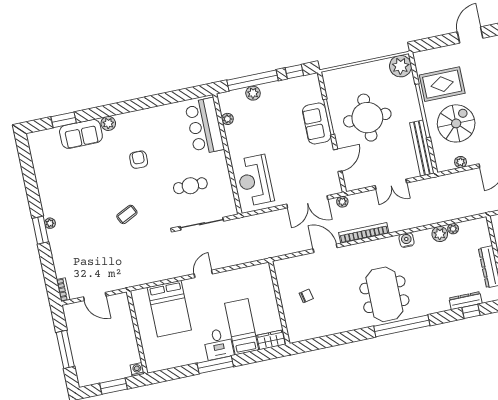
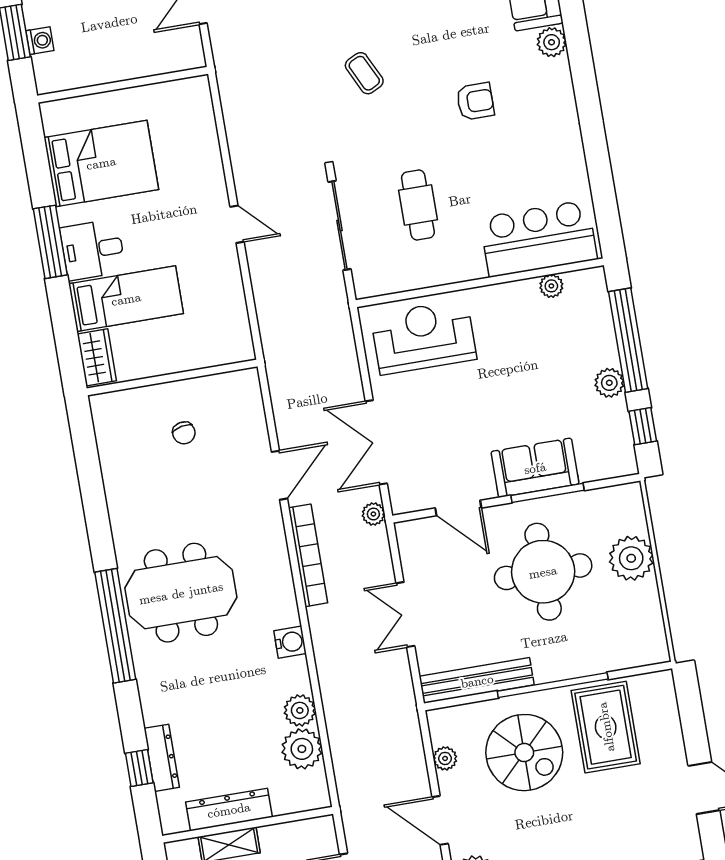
plant: (401, 66) -> (631, 558), moved
plant: (253, 93) -> (609, 383), moved
plant: (453, 229) -> (302, 749), width x1.87, depth x1.87
bed: (169, 309) -> (101, 163), moved, turned 180
washing machine: (137, 369) -> (40, 41), moved

